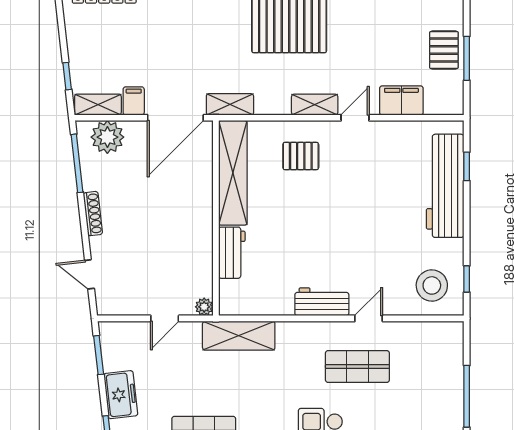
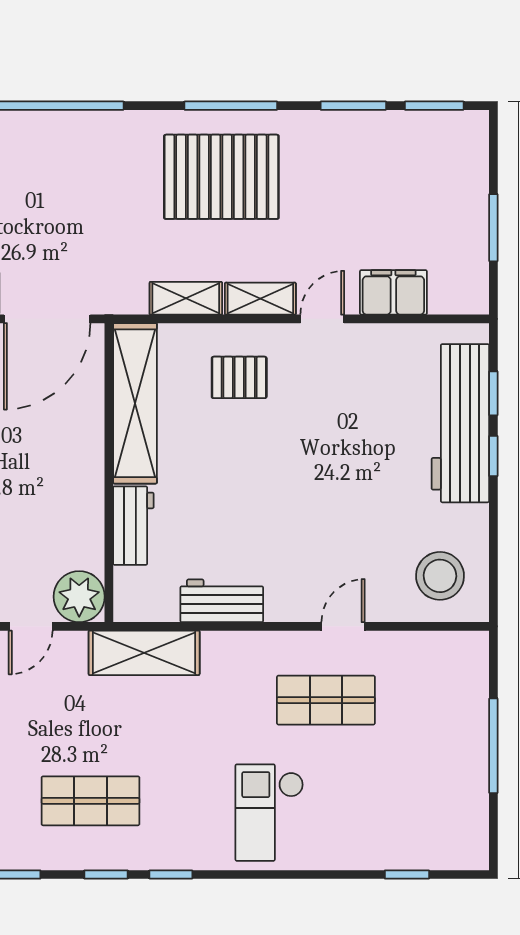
pallet: (444, 50) -> (459, 215), removed
shelving: (230, 104) -> (186, 298), moved
window: (467, 279) -> (493, 456), moved
workbench: (322, 302) -> (222, 601), moved
plant: (204, 307) -> (79, 597), width x1.88, depth x1.88

